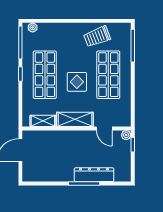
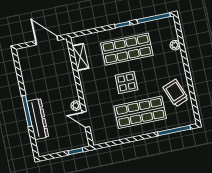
plant: (33, 27) -> (175, 45), moved
shelving: (75, 119) -> (89, 88), removed
door: (104, 128) -> (86, 119), hinge flipped
plant: (126, 135) -> (76, 106), moved

